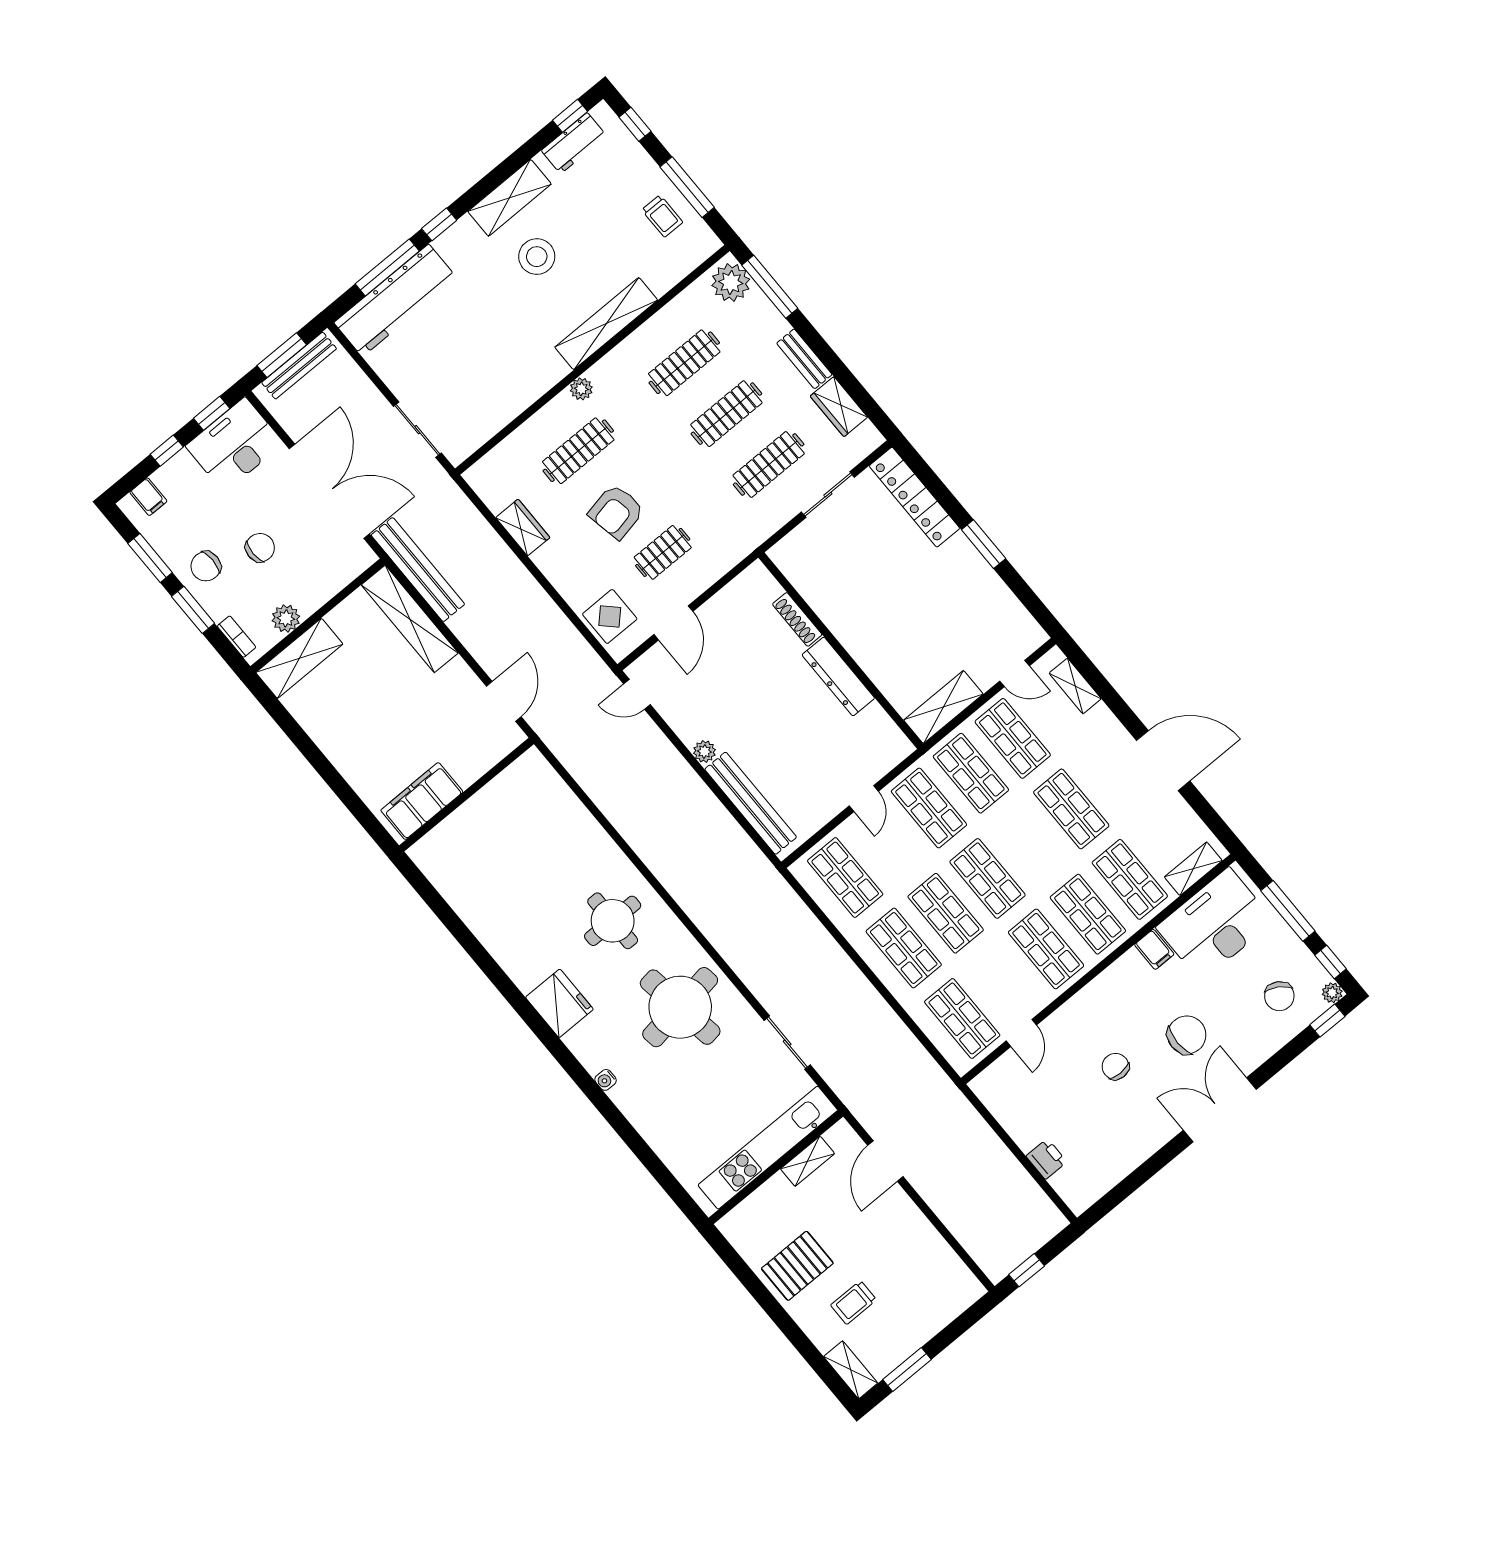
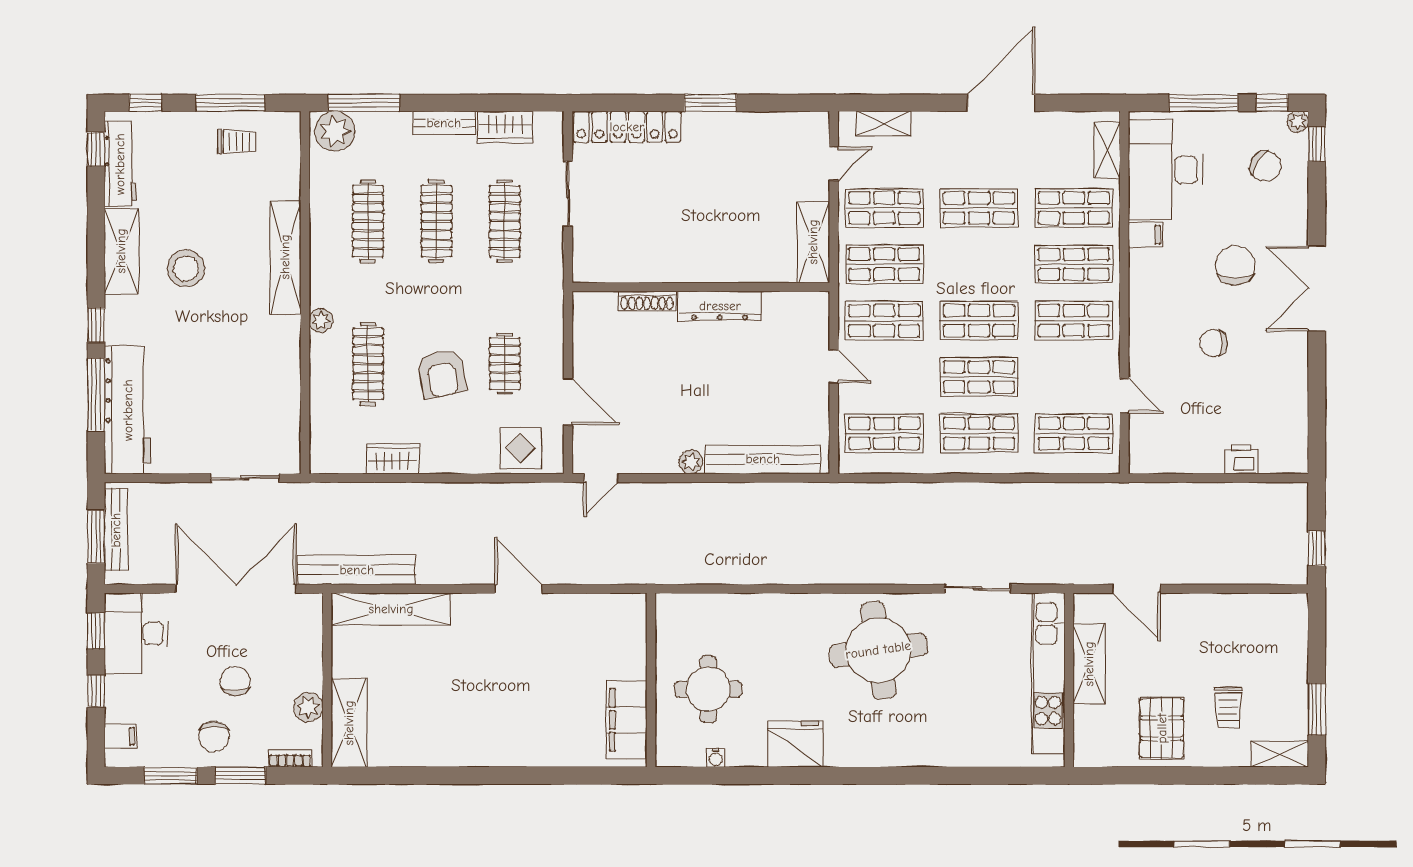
workbench: (574, 143) -> (120, 164), width x1.38
wall: (466, 795) -> (651, 680), moved
filing cabinet: (422, 801) -> (627, 720), moved
round table: (613, 921) -> (708, 689), moved
water cooler: (606, 1080) -> (716, 758), moved
shelving: (808, 1161) -> (1089, 664), width x1.50, depth x1.33

